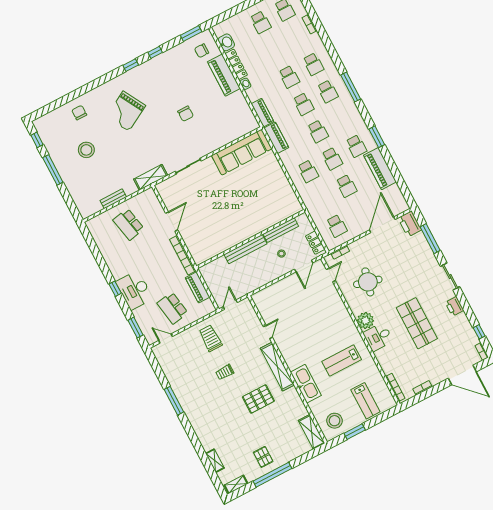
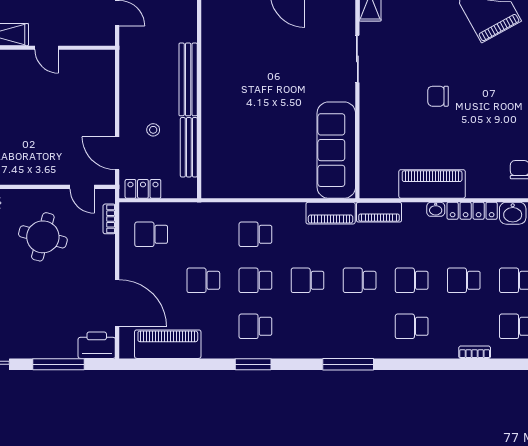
piano: (224, 75) -> (432, 184), moved
school desk: (328, 91) -> (464, 280), moved
piano: (380, 169) -> (168, 344), moved

